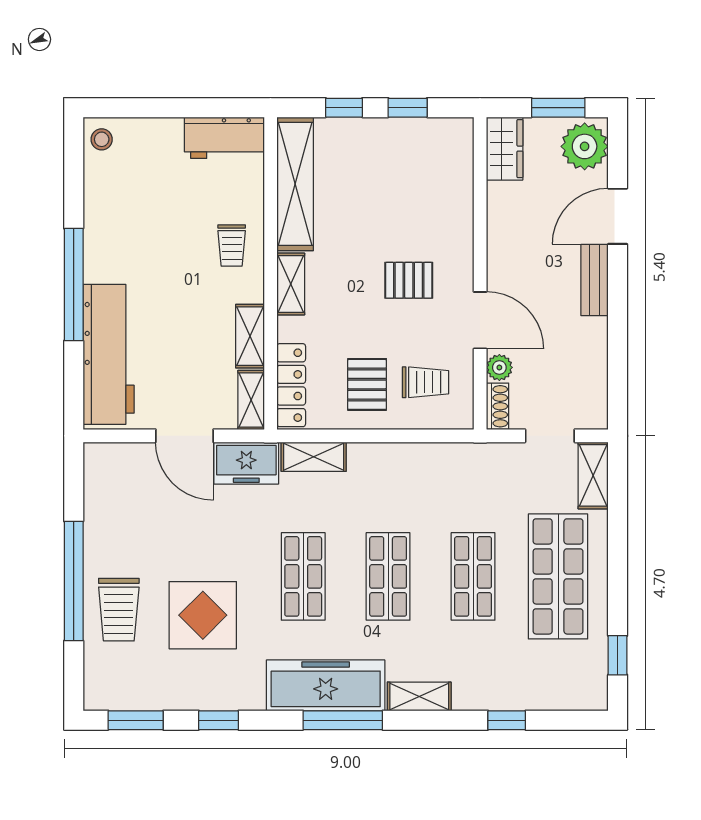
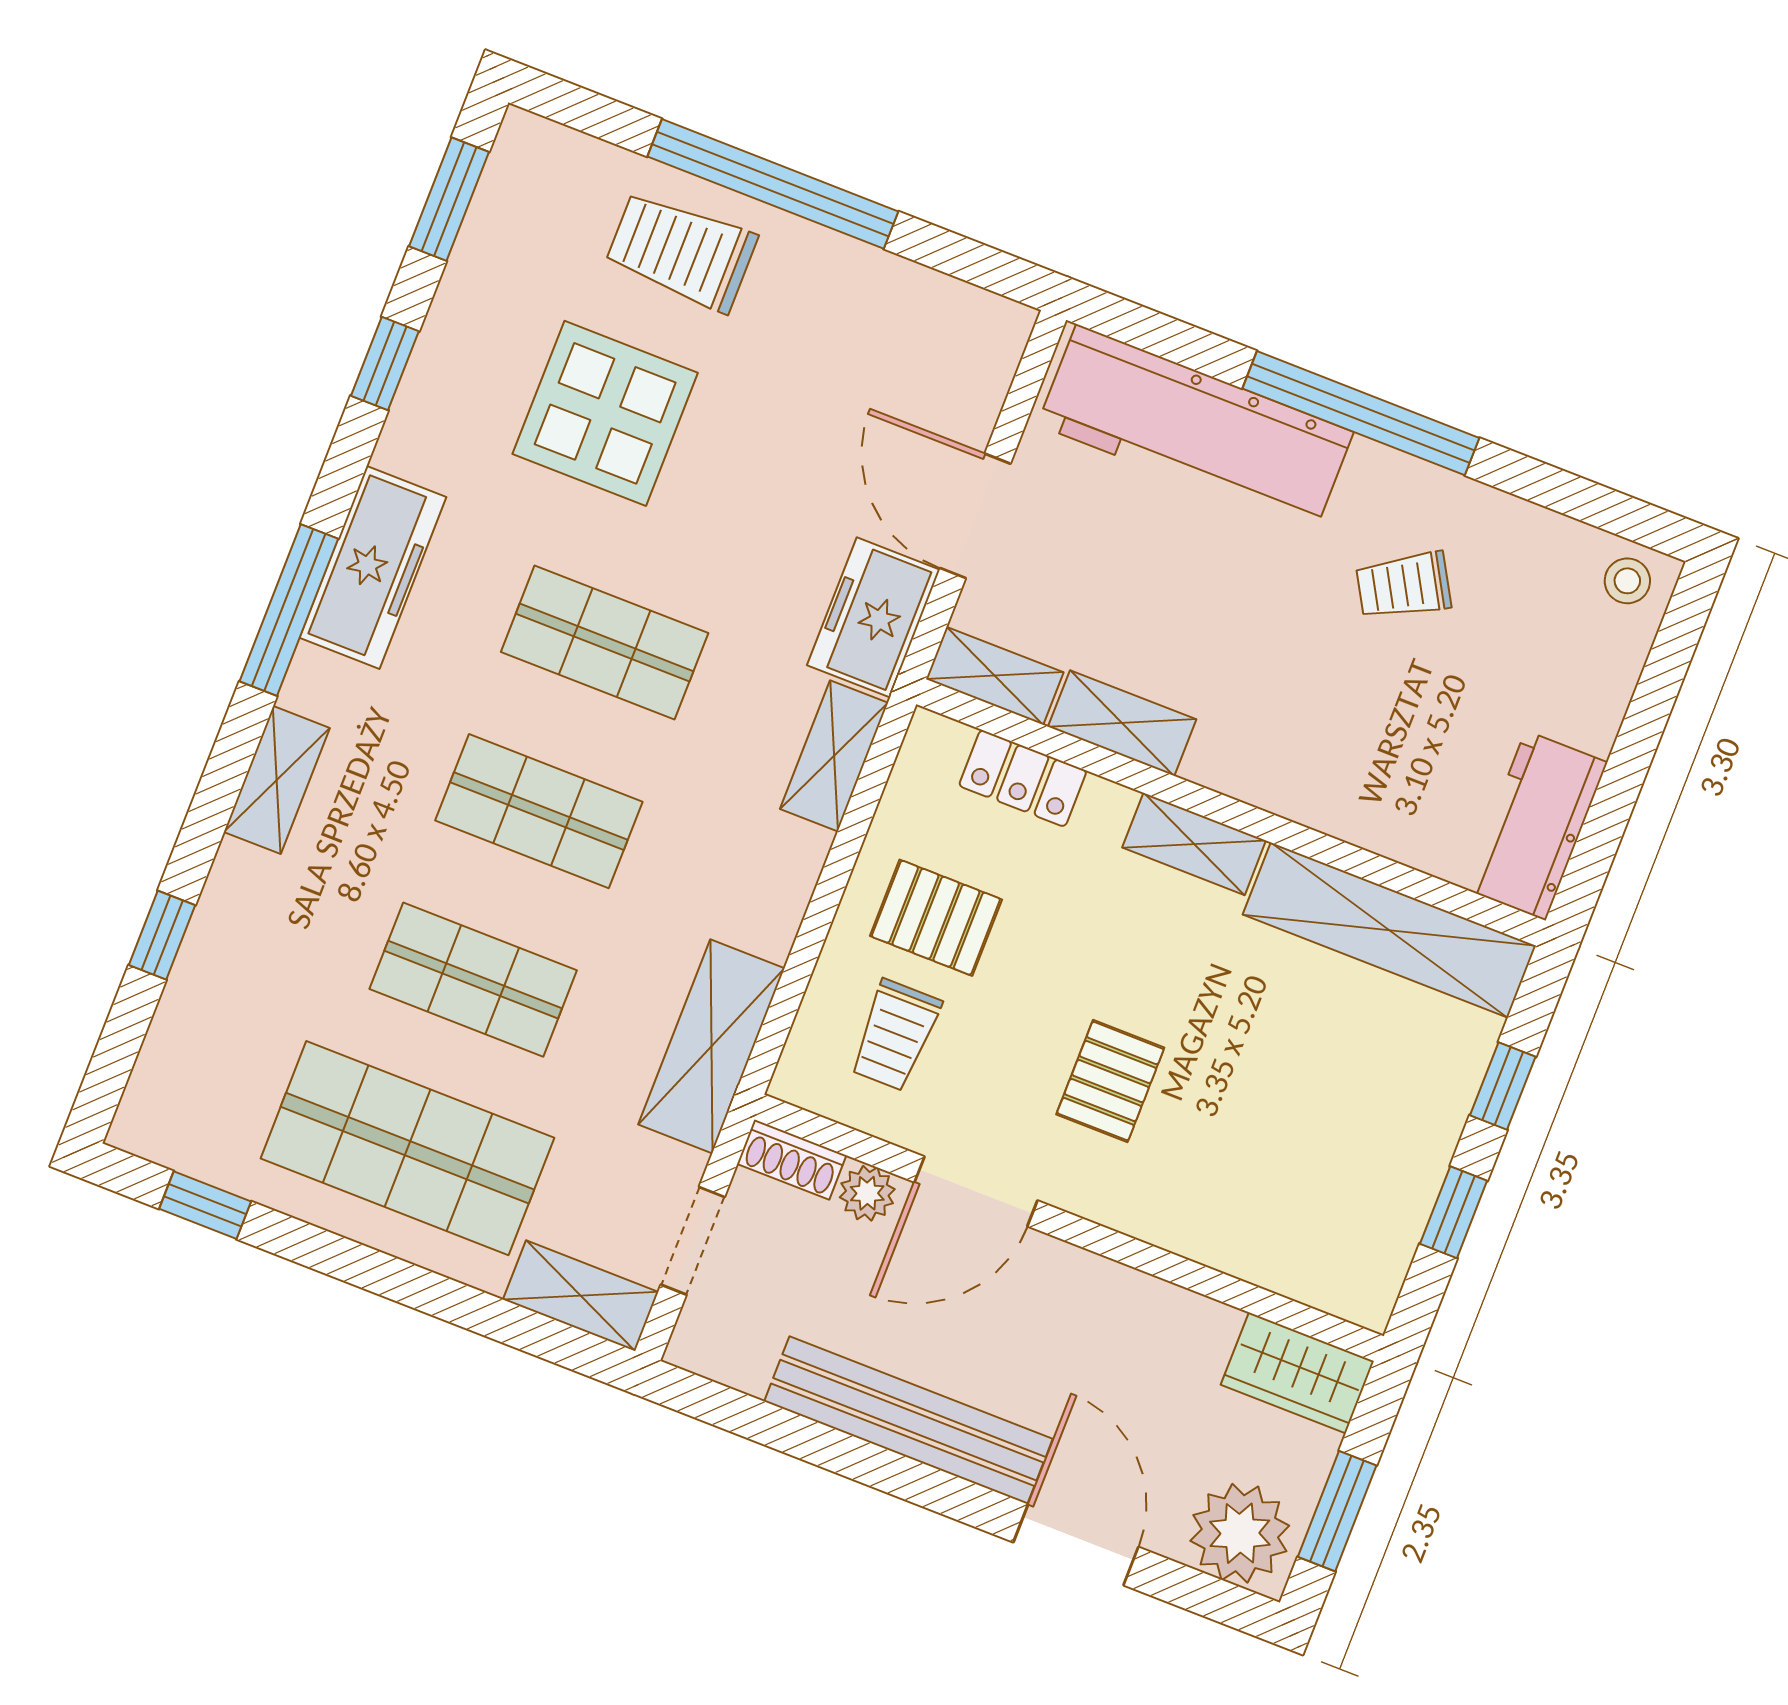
trolley: (232, 245) -> (1404, 586), moved, turned -30
bench: (595, 280) -> (908, 1420), width x1.86, depth x1.21
locker: (291, 385) -> (1023, 778), width x0.66
door: (184, 436) -> (975, 516), hinge flipped
shelving: (462, 461) -> (711, 1046), added
freezer: (326, 685) -> (373, 567), width x0.73, depth x0.79

